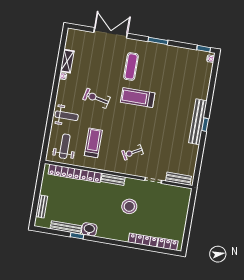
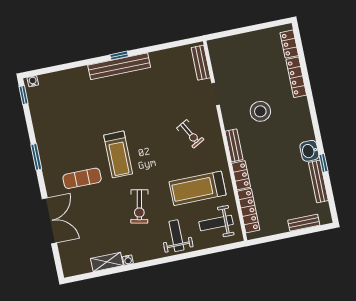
double door: (111, 33) -> (49, 221), swing flipped
treadmill: (93, 143) -> (198, 188), width x1.37, depth x1.38

